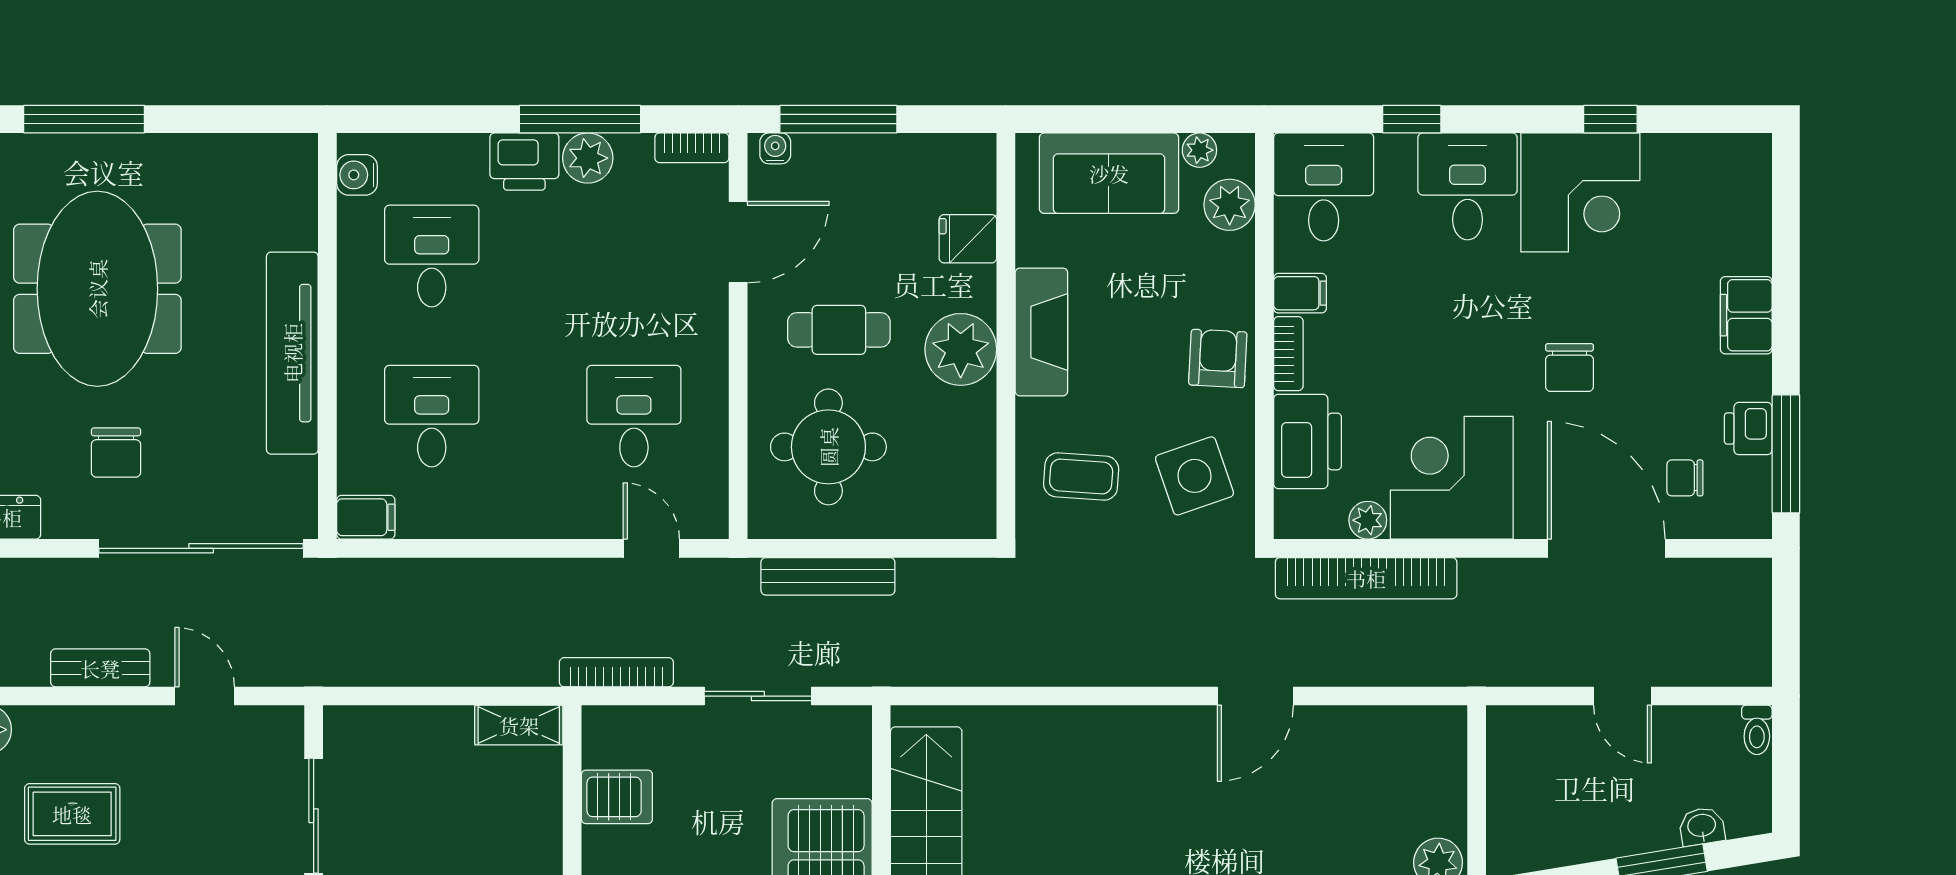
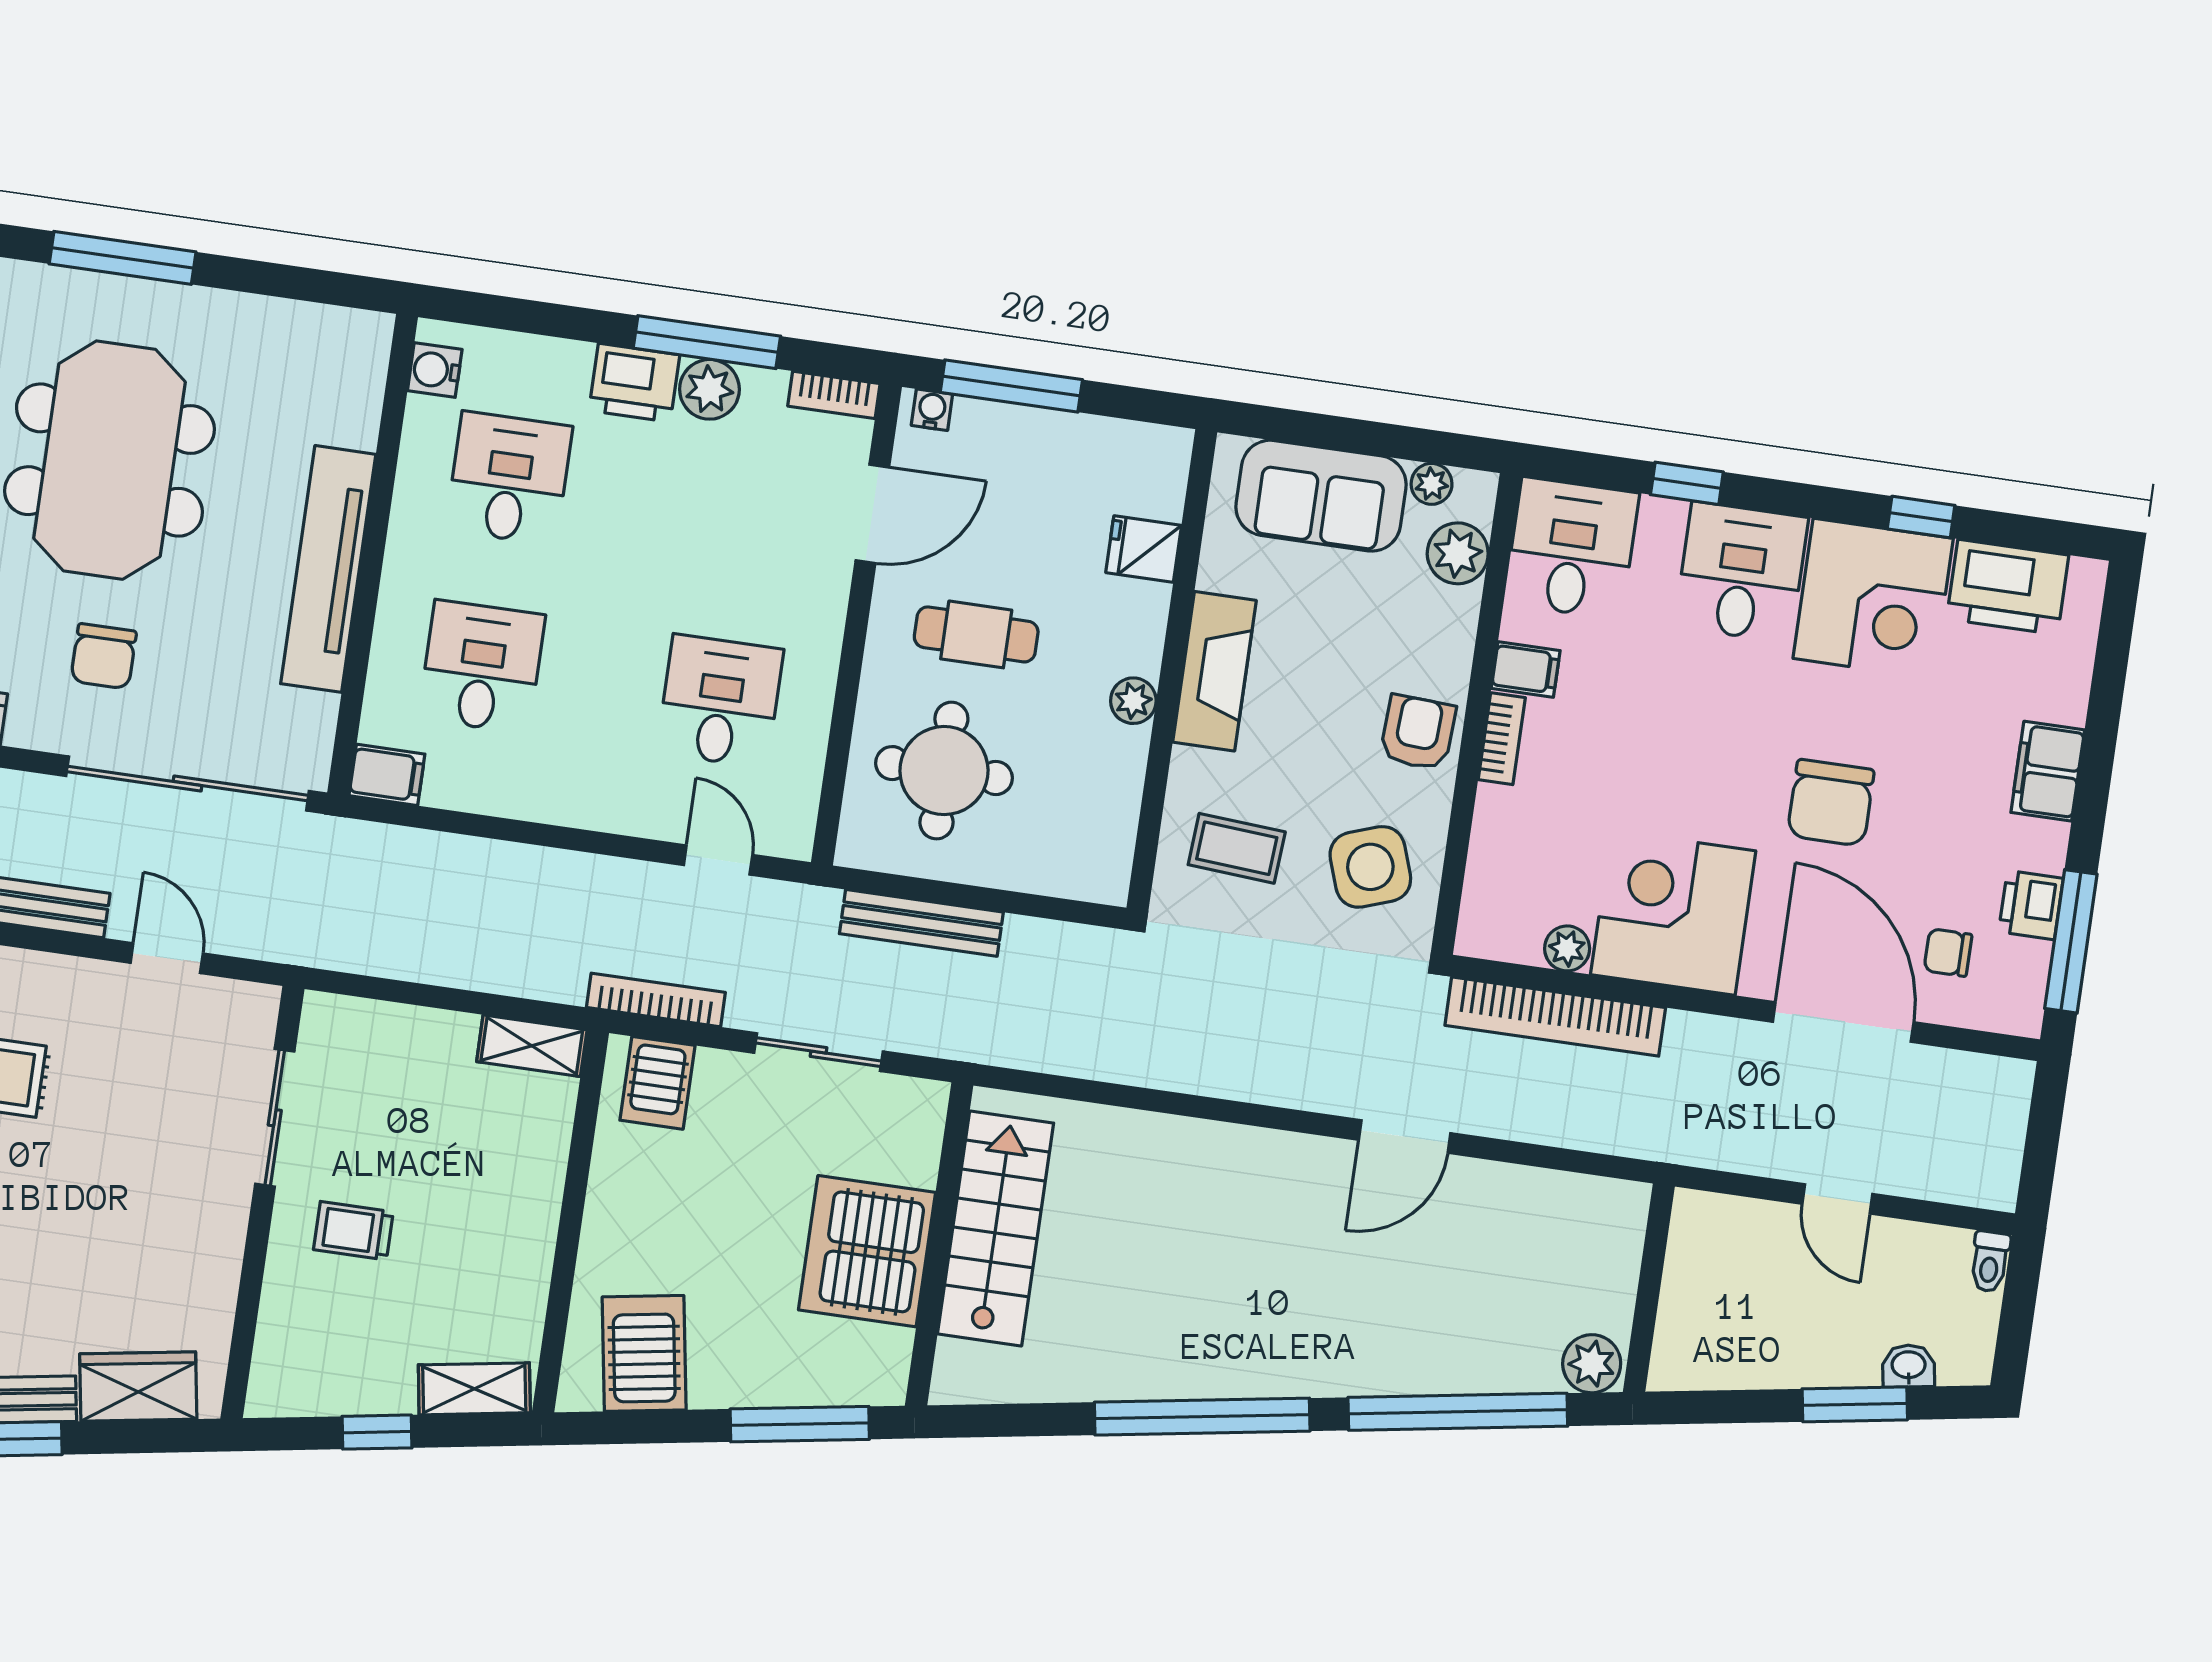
plant: (961, 349) -> (1133, 701), width x0.53, depth x0.53
chair: (1570, 367) -> (1831, 803), width x1.37, depth x1.37
printer: (1307, 441) -> (2008, 587), moved, turned 90
server rack: (617, 797) -> (657, 1083), moved, turned 90

